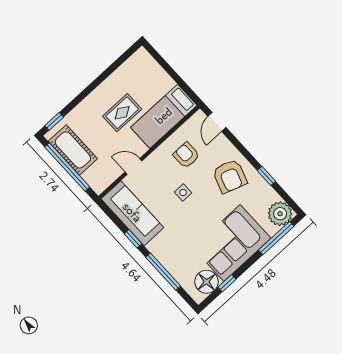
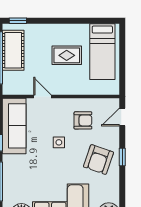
bed: (164, 116) -> (102, 52), moved, turned -90
armchair: (186, 155) -> (83, 120), turned 90
window: (266, 176) -> (122, 157), moved

